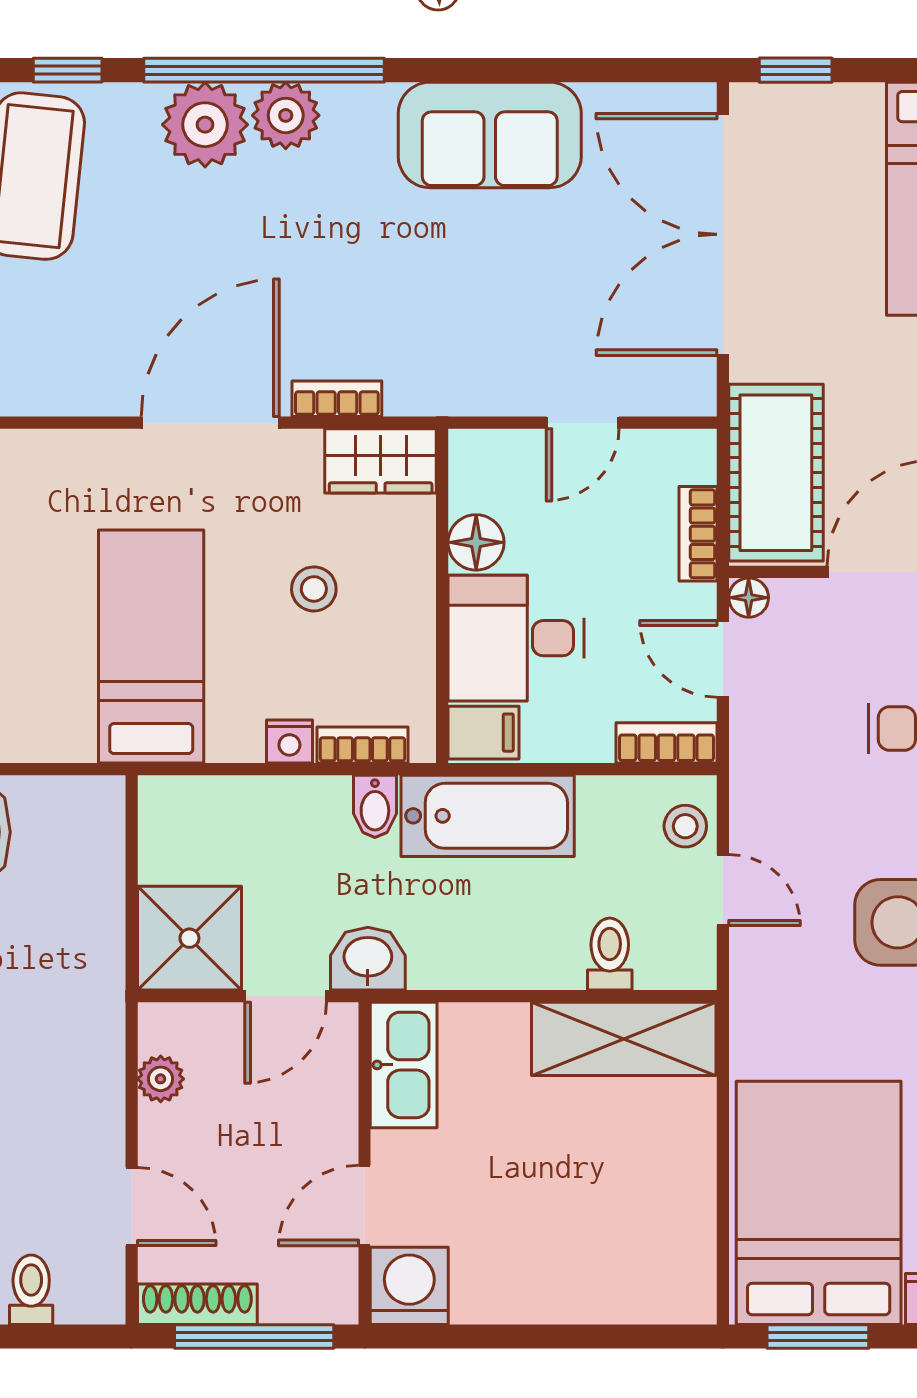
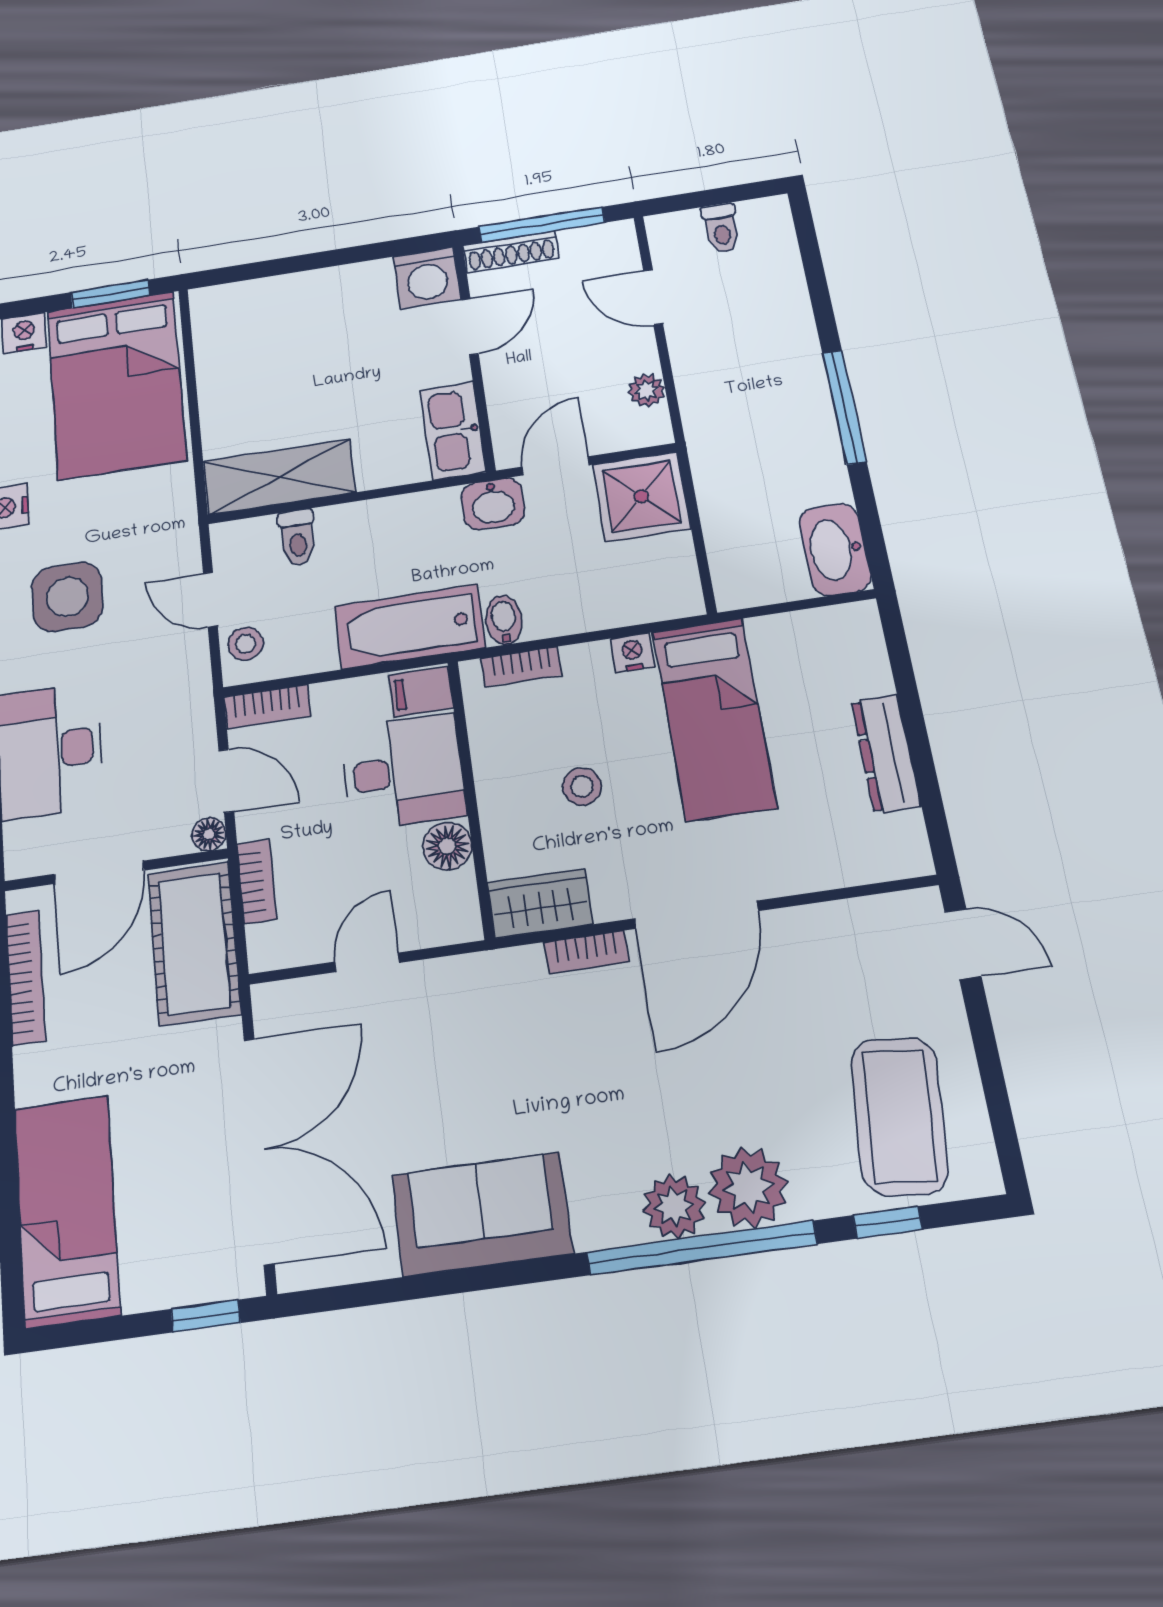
nightstand: (289, 741) -> (632, 653), moved
shoe rack: (197, 1304) -> (511, 252), moved

